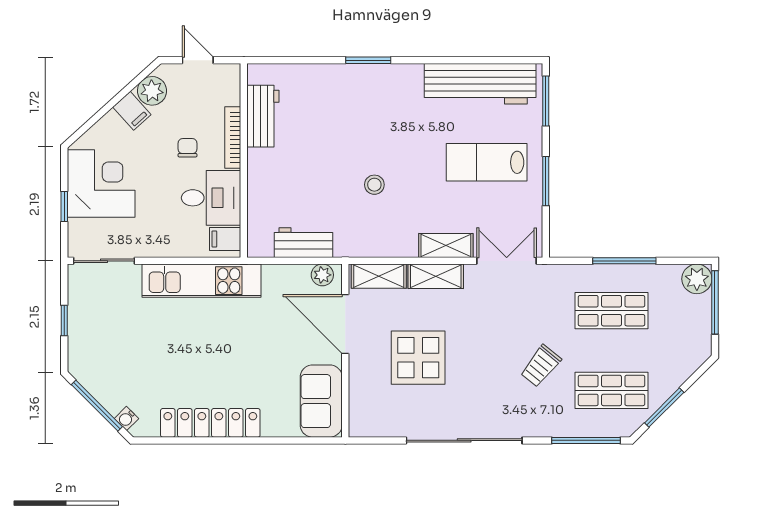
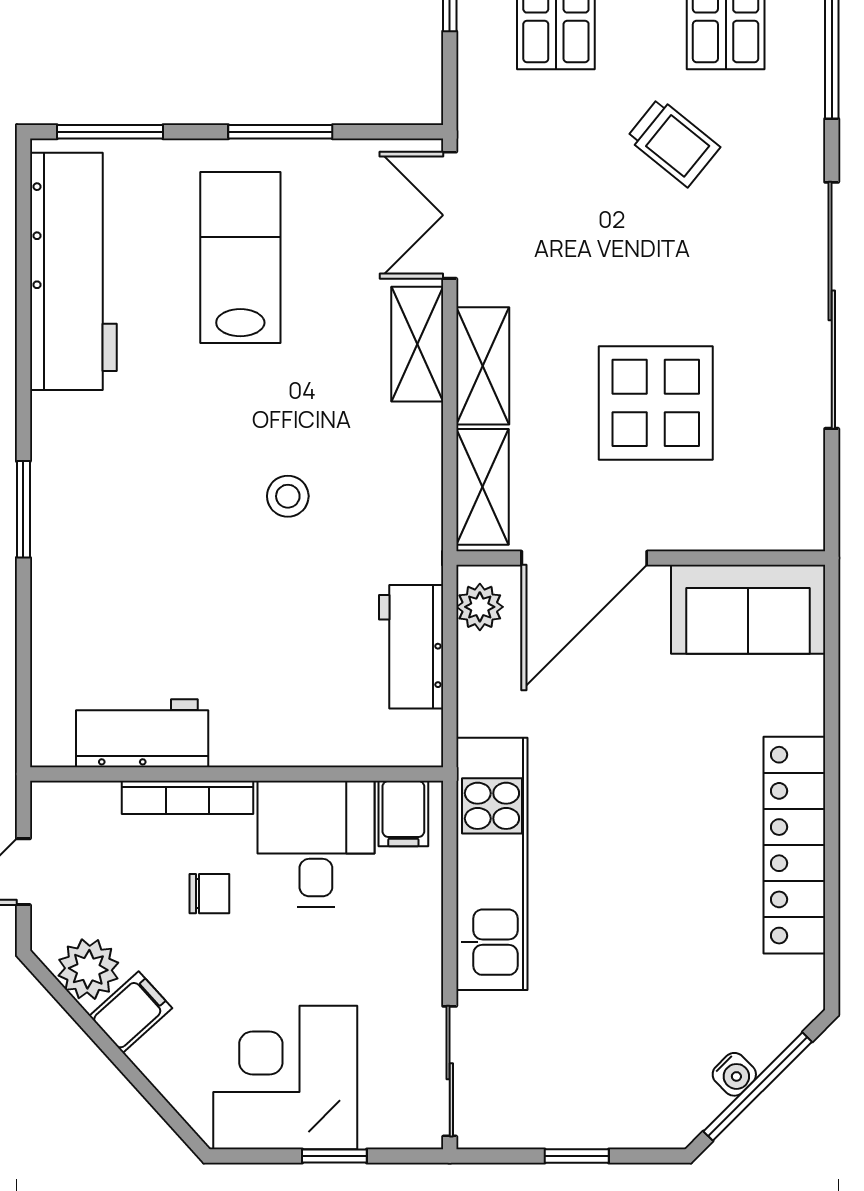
chair: (187, 148) -> (209, 894), turned 180
lab bench: (487, 162) -> (240, 258), turned 180
water cooler: (126, 419) -> (734, 1074), moved

